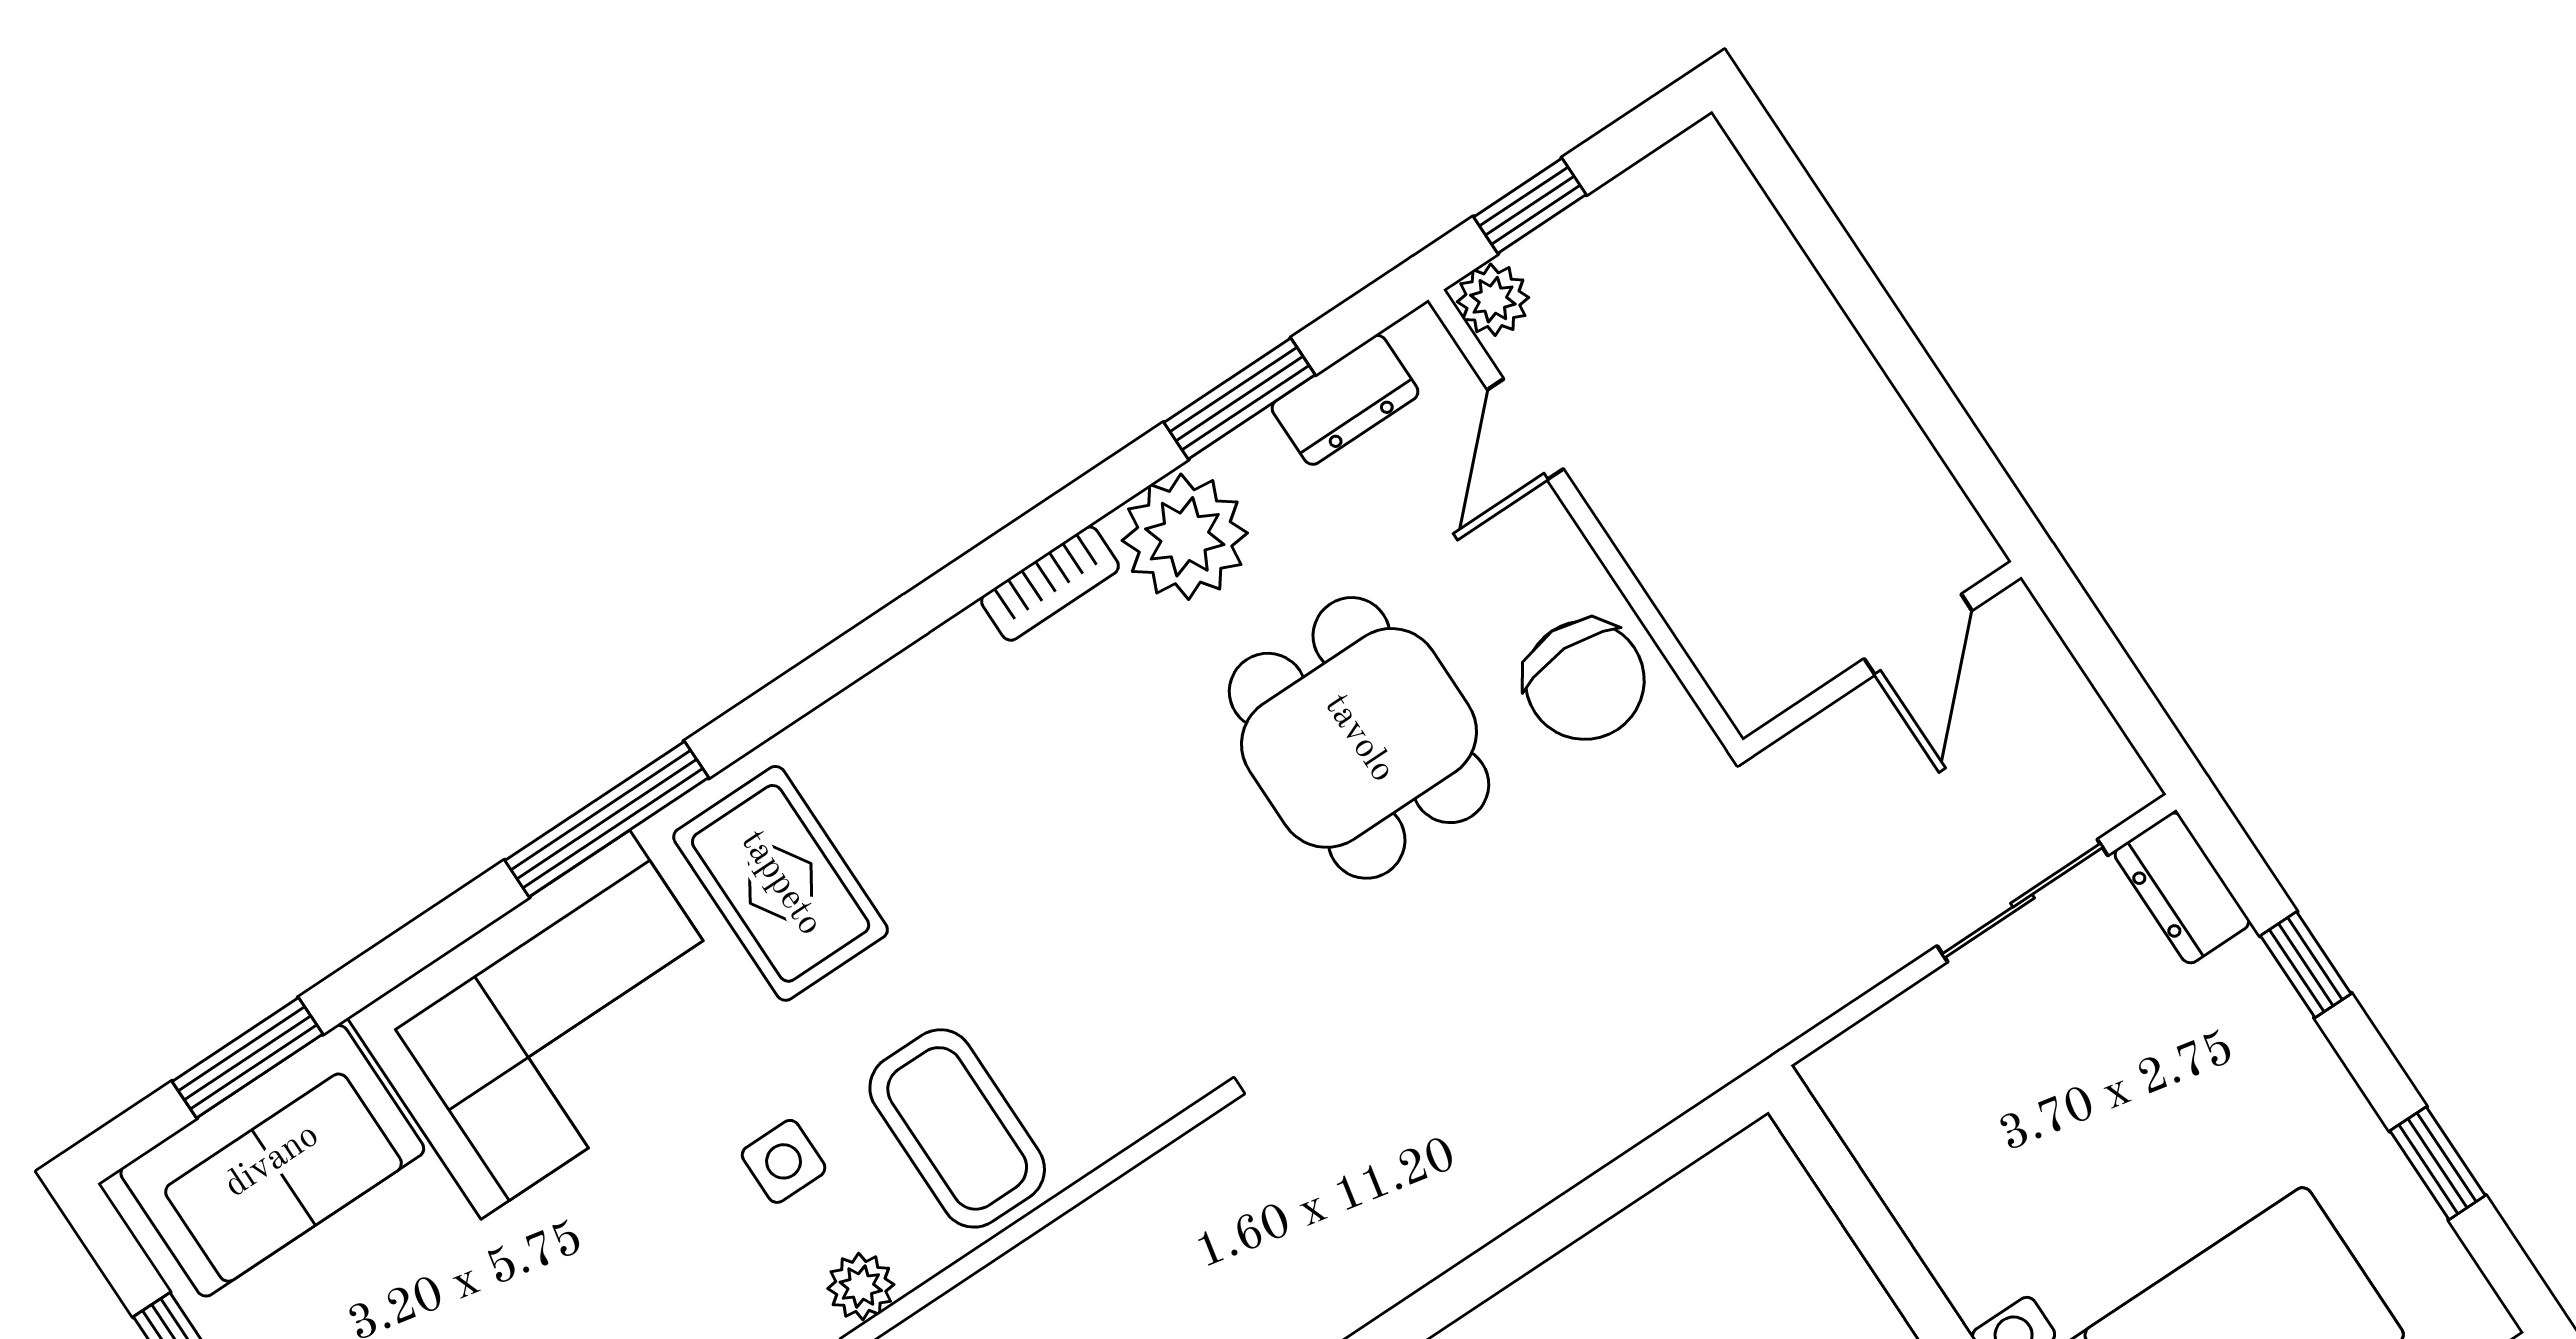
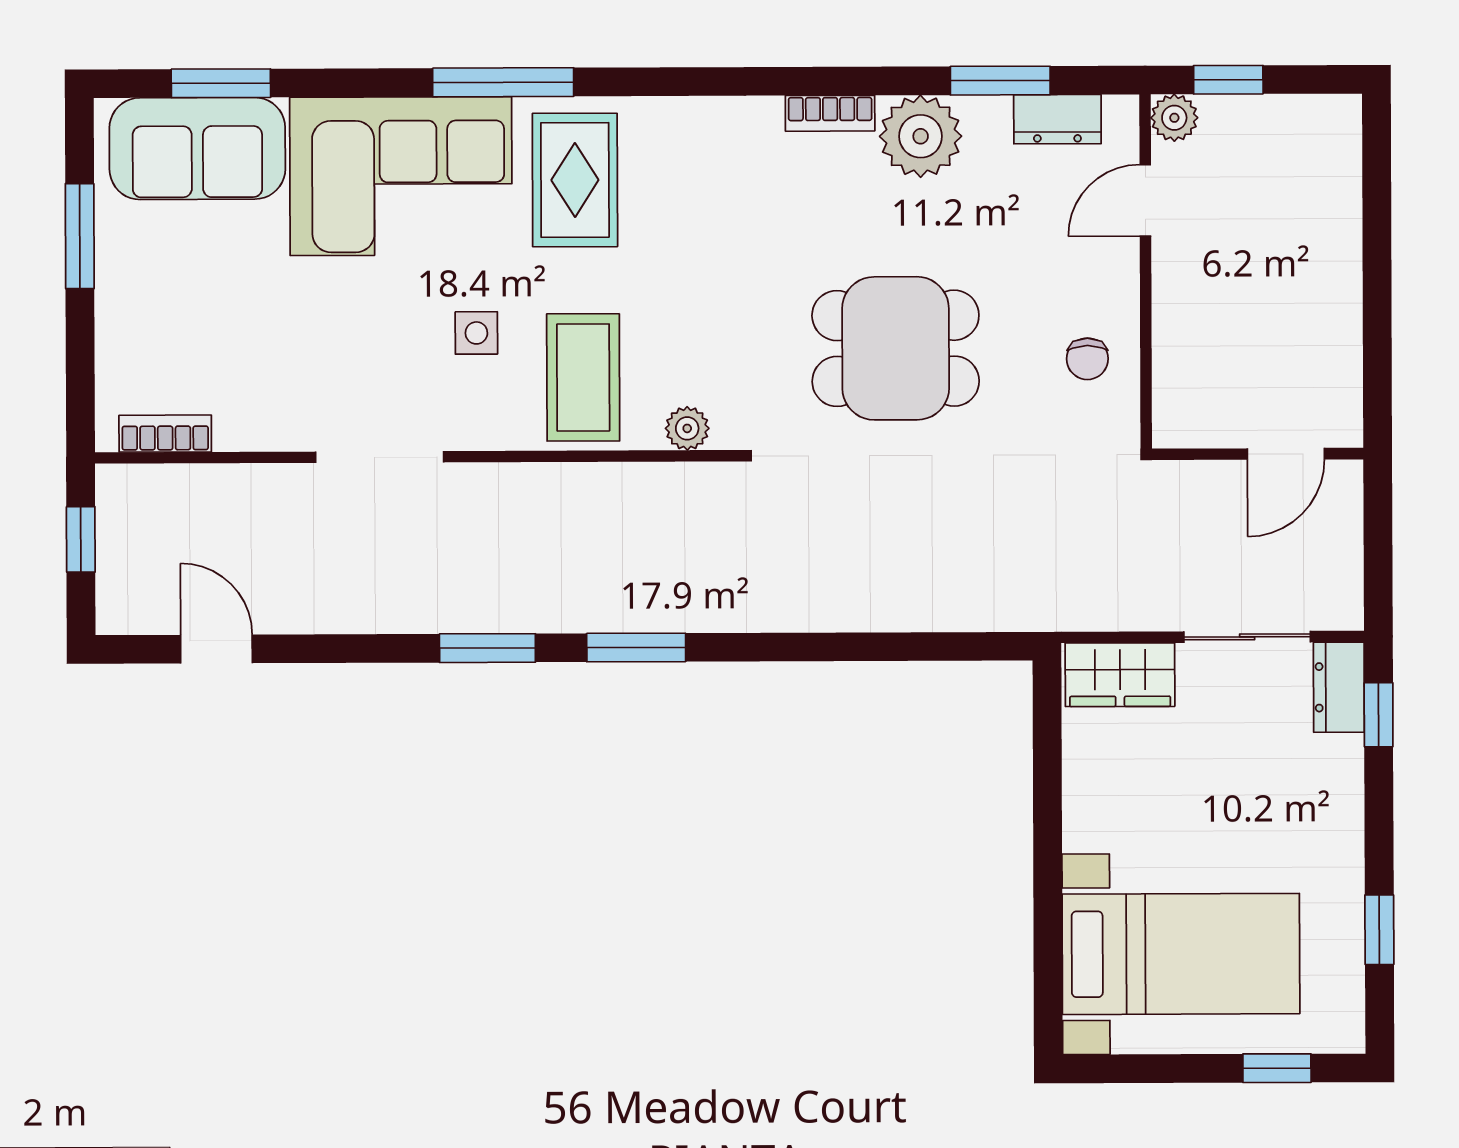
chair: (1585, 680) -> (1087, 359), width x0.54, depth x0.54
dining table: (1359, 738) -> (896, 348), moved, turned 90
window: (2306, 965) -> (1379, 715), moved
wardrobe: (1892, 1056) -> (1120, 675), added
plant: (861, 1286) -> (687, 428), moved

